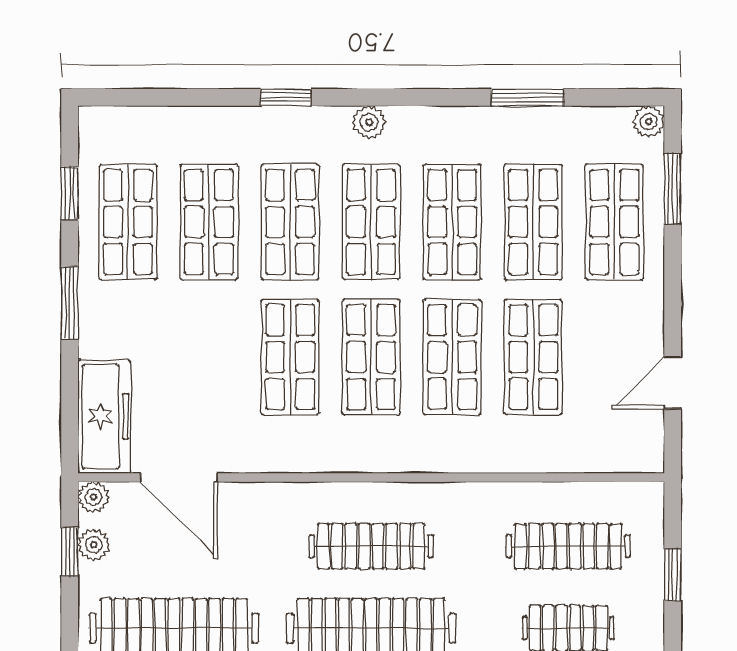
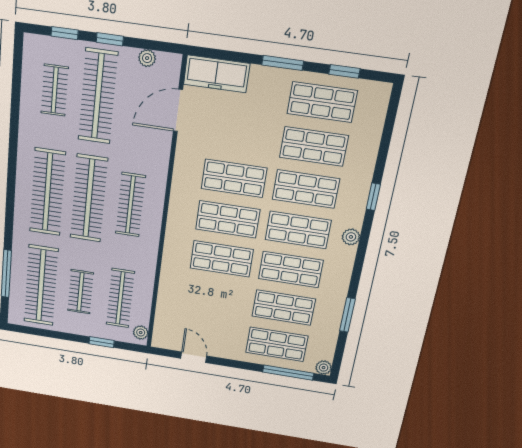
window: (673, 189) -> (288, 373), width x1.44
shop shelf: (533, 357) -> (216, 297), removed
plant: (93, 497) -> (141, 333), moved
window: (70, 552) -> (110, 39), moved

